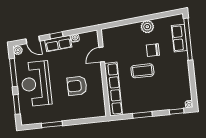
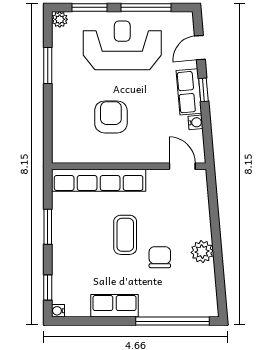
row of seats: (179, 38) -> (114, 306), moved
plant: (18, 50) -> (60, 19), moved
door: (102, 55) -> (182, 166), moved

